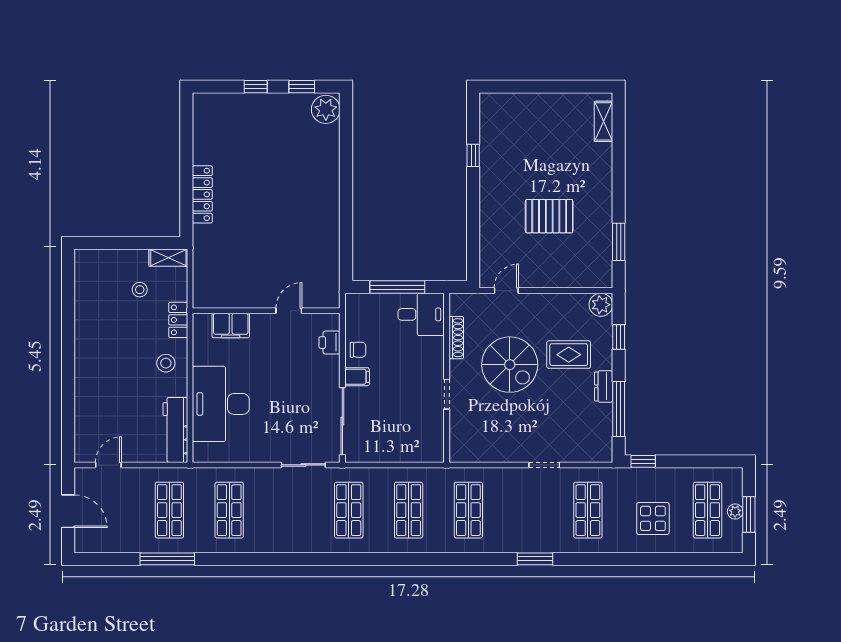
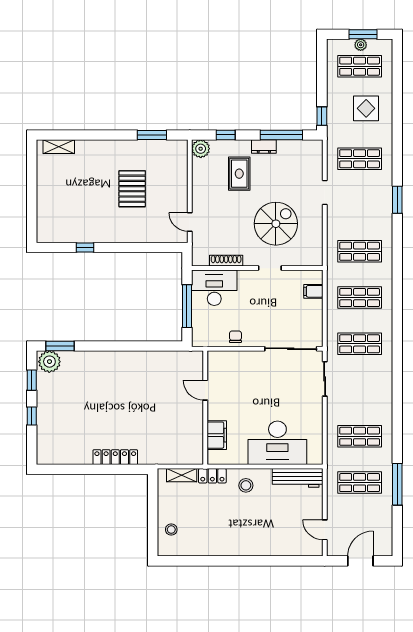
window: (346, 123) -> (60, 346), added
shelving: (168, 258) -> (182, 475), moved, turned 90
stool: (140, 290) -> (171, 530), moved
desk: (421, 314) -> (214, 288), width x1.37
printer: (330, 343) -> (230, 359), removed
spiral stairs: (510, 365) -> (276, 224), moved
filing cabinet: (357, 377) -> (313, 291), moved, turned -90

